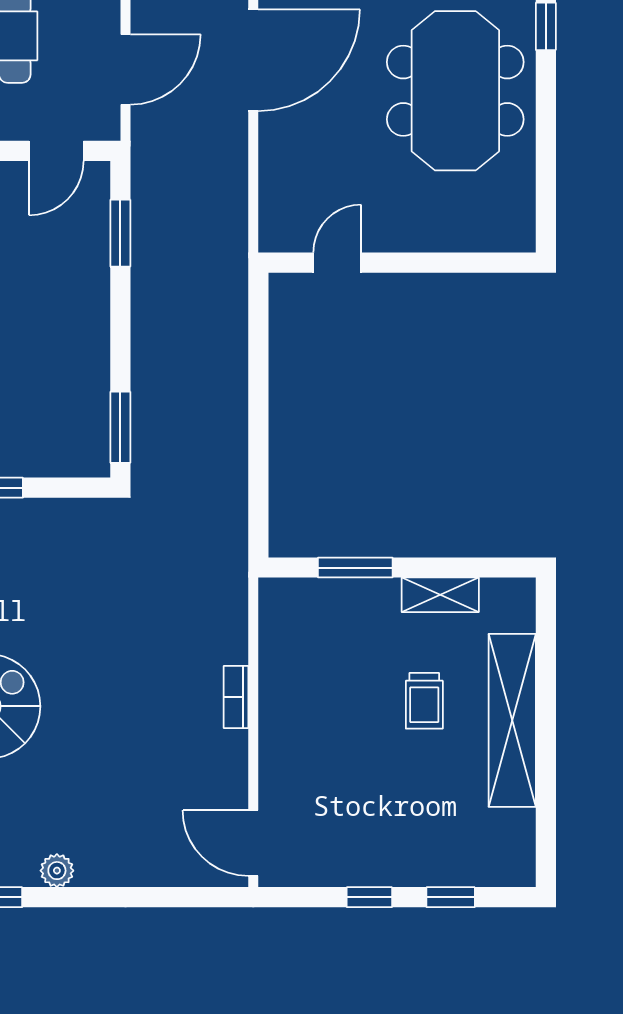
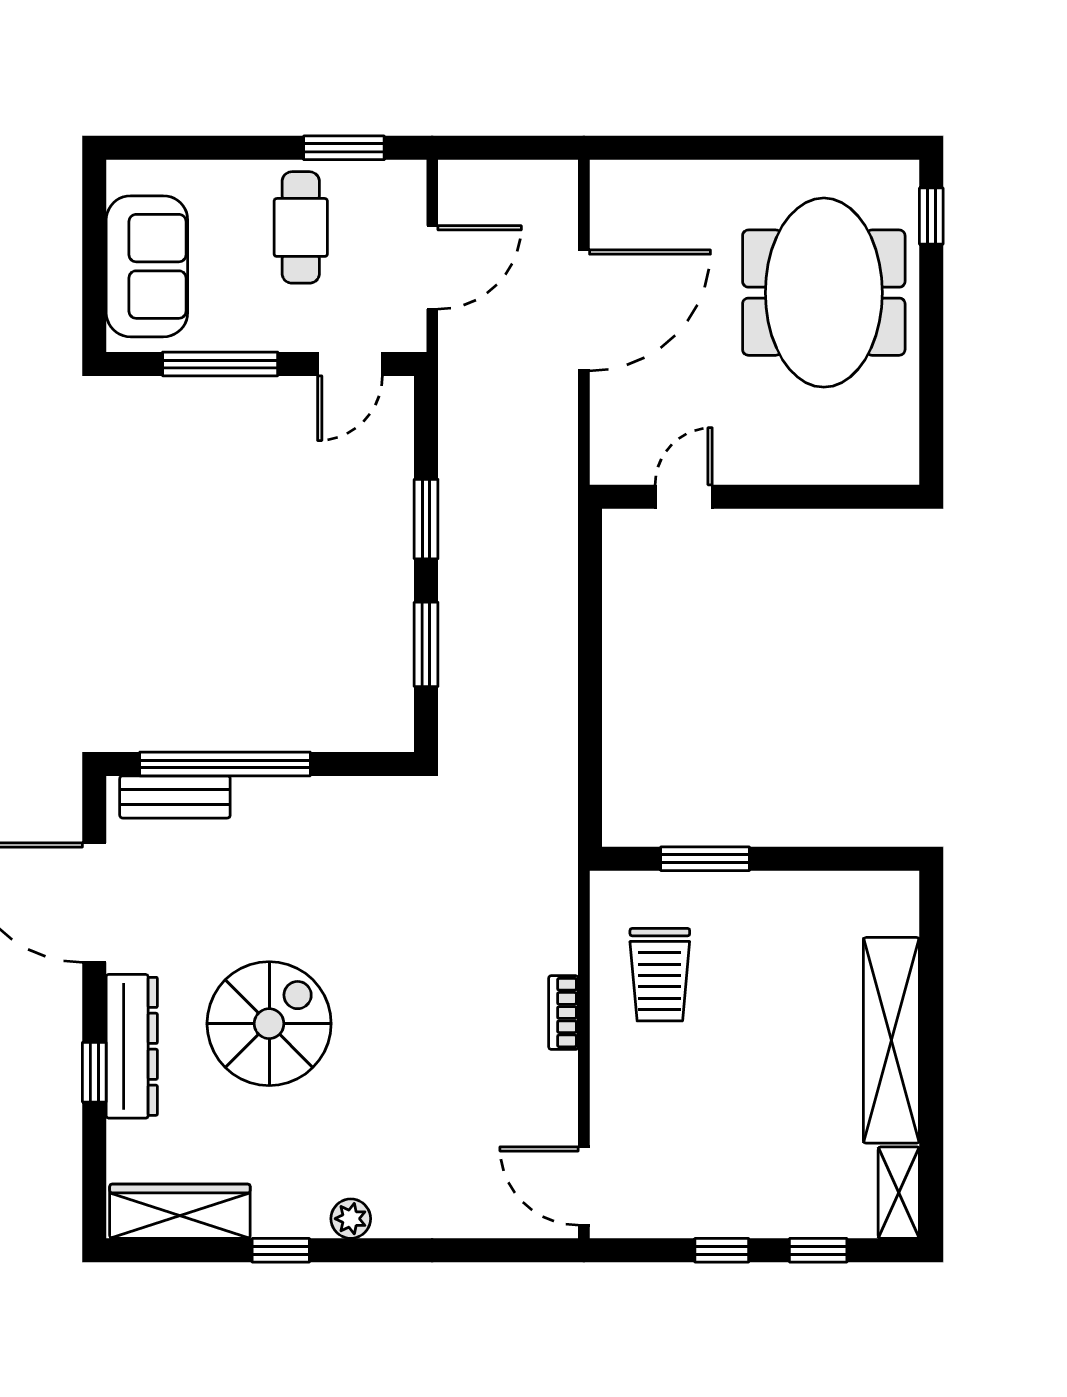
door: (253, 60) -> (584, 310), moved
window: (120, 233) -> (426, 519), moved
window: (120, 427) -> (426, 644), moved
shelving: (440, 595) -> (899, 1193), moved, turned 90
trolley: (424, 701) -> (660, 975), moved, width x1.36, depth x1.39

